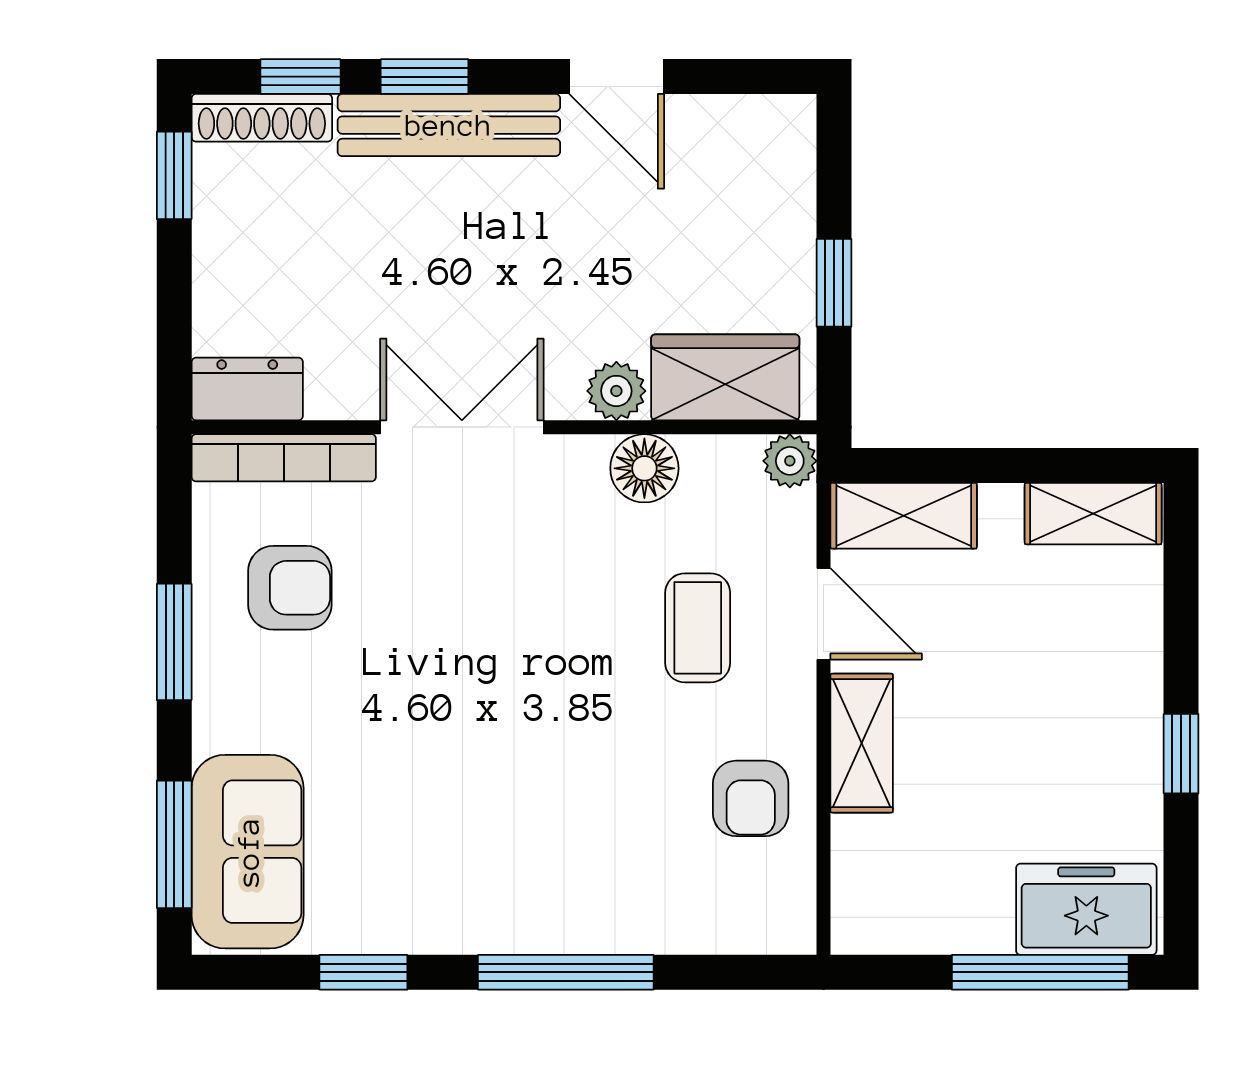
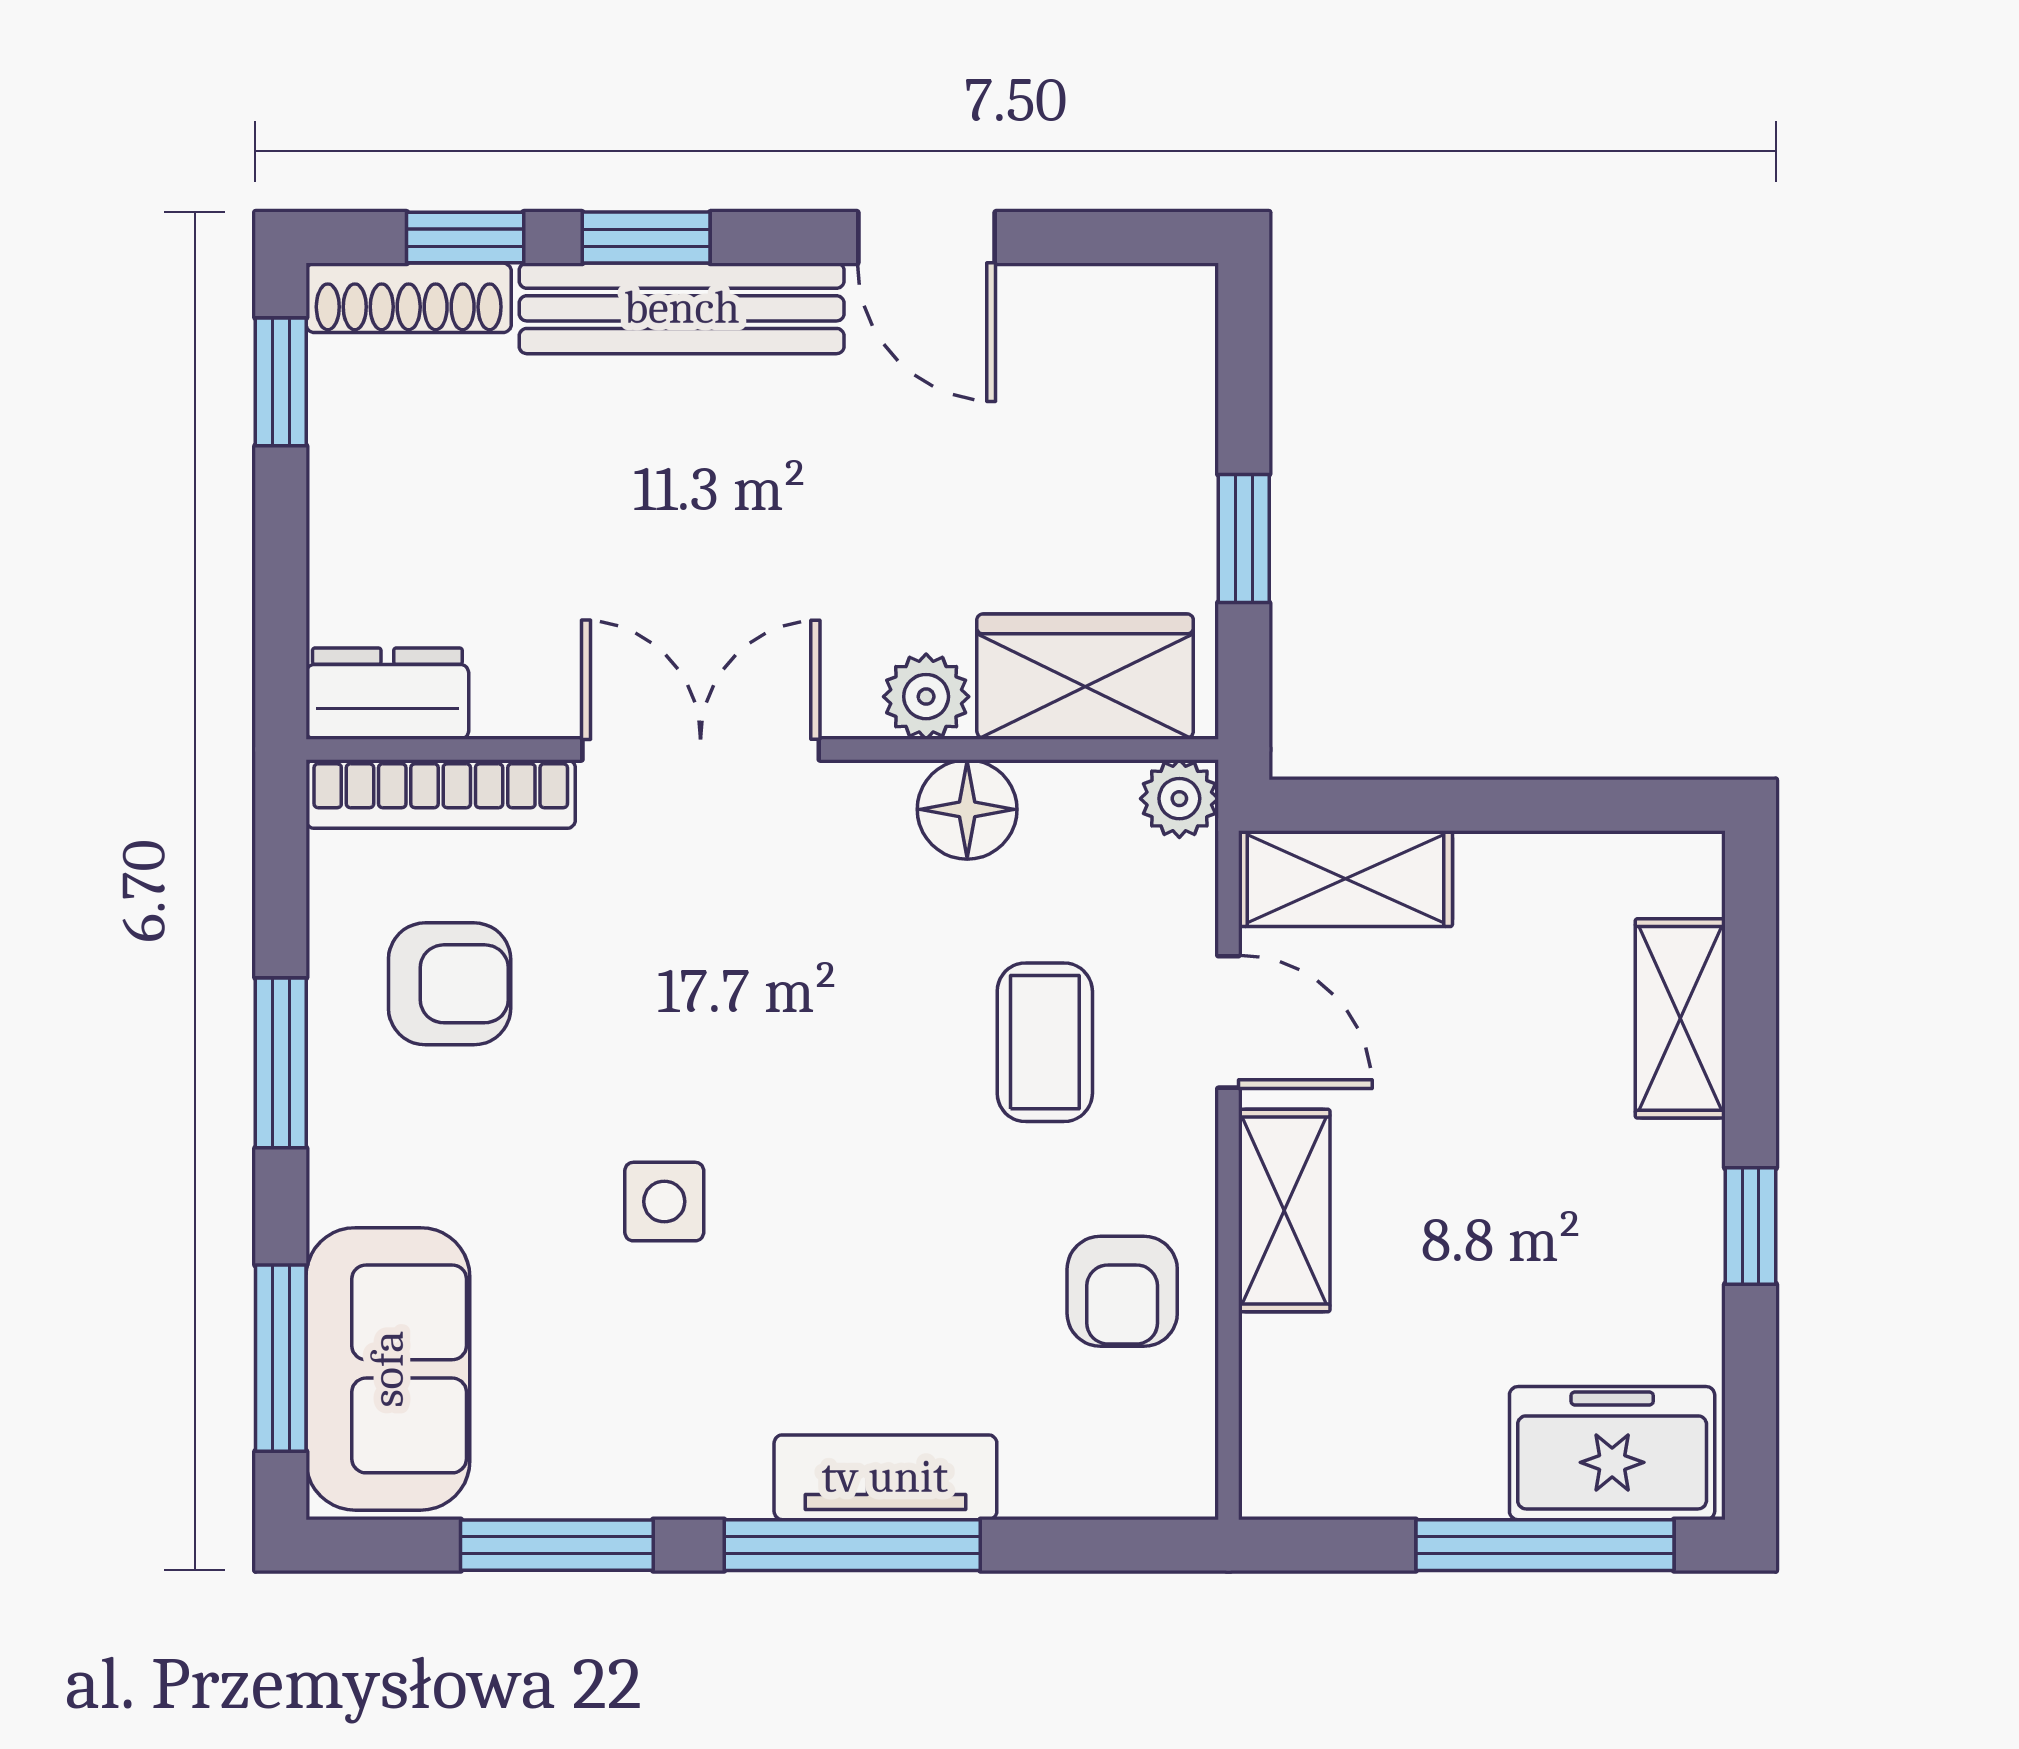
shelving: (1093, 514) -> (1680, 1018), moved, turned 90
side table: (437, 737) -> (664, 1202), added
tv unit: (588, 926) -> (885, 1477), added
window: (363, 972) -> (557, 1545), width x1.50

